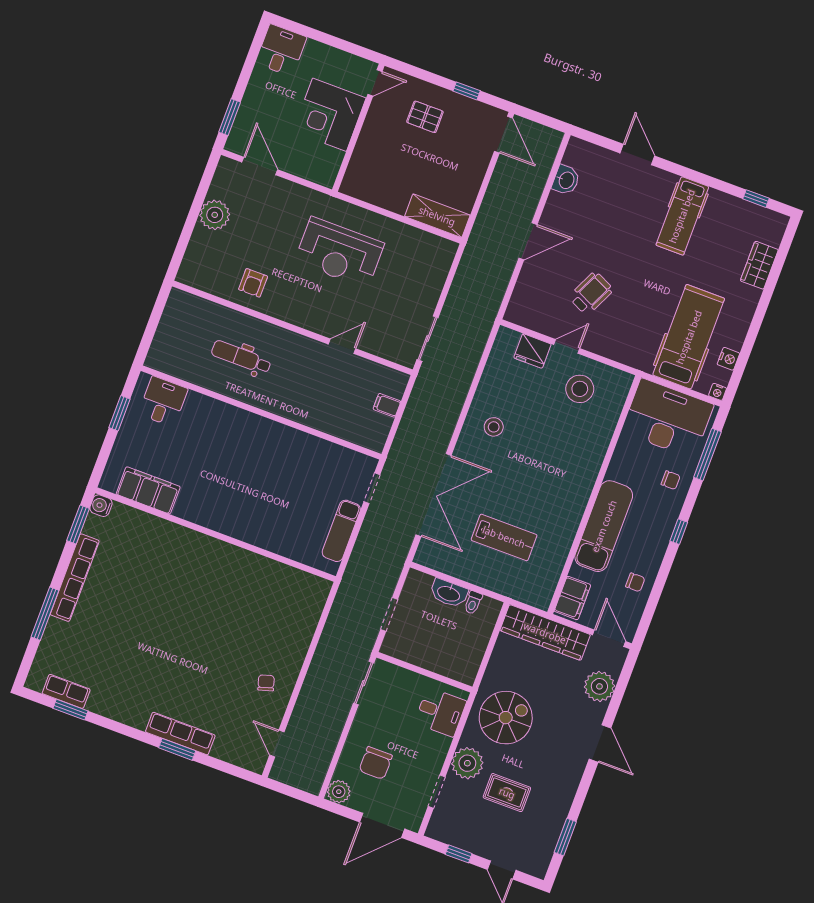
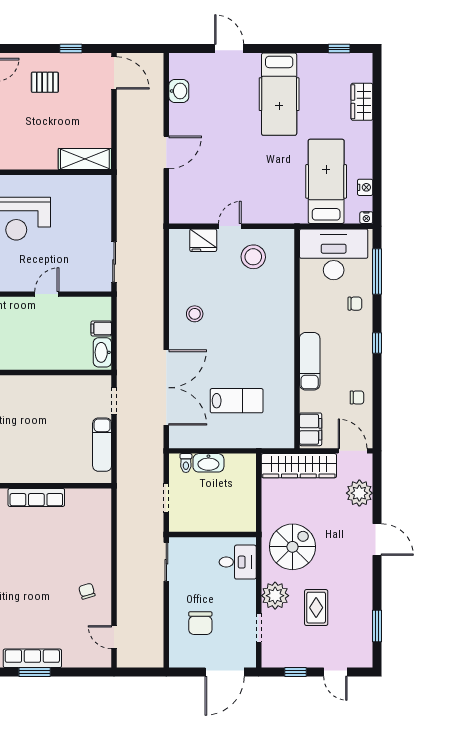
hospital bed: (682, 216) -> (279, 94), width x1.37, depth x1.29
wheelchair: (591, 293) -> (233, 176), removed
washbasin: (379, 431) -> (102, 352), added
exam couch: (604, 526) -> (310, 361), width x0.73, depth x0.69
row of seats: (249, 561) -> (36, 497), added
toilet: (473, 603) -> (186, 463), moved
plant: (339, 792) -> (179, 658), removed
rug: (507, 793) -> (316, 608), turned 90

